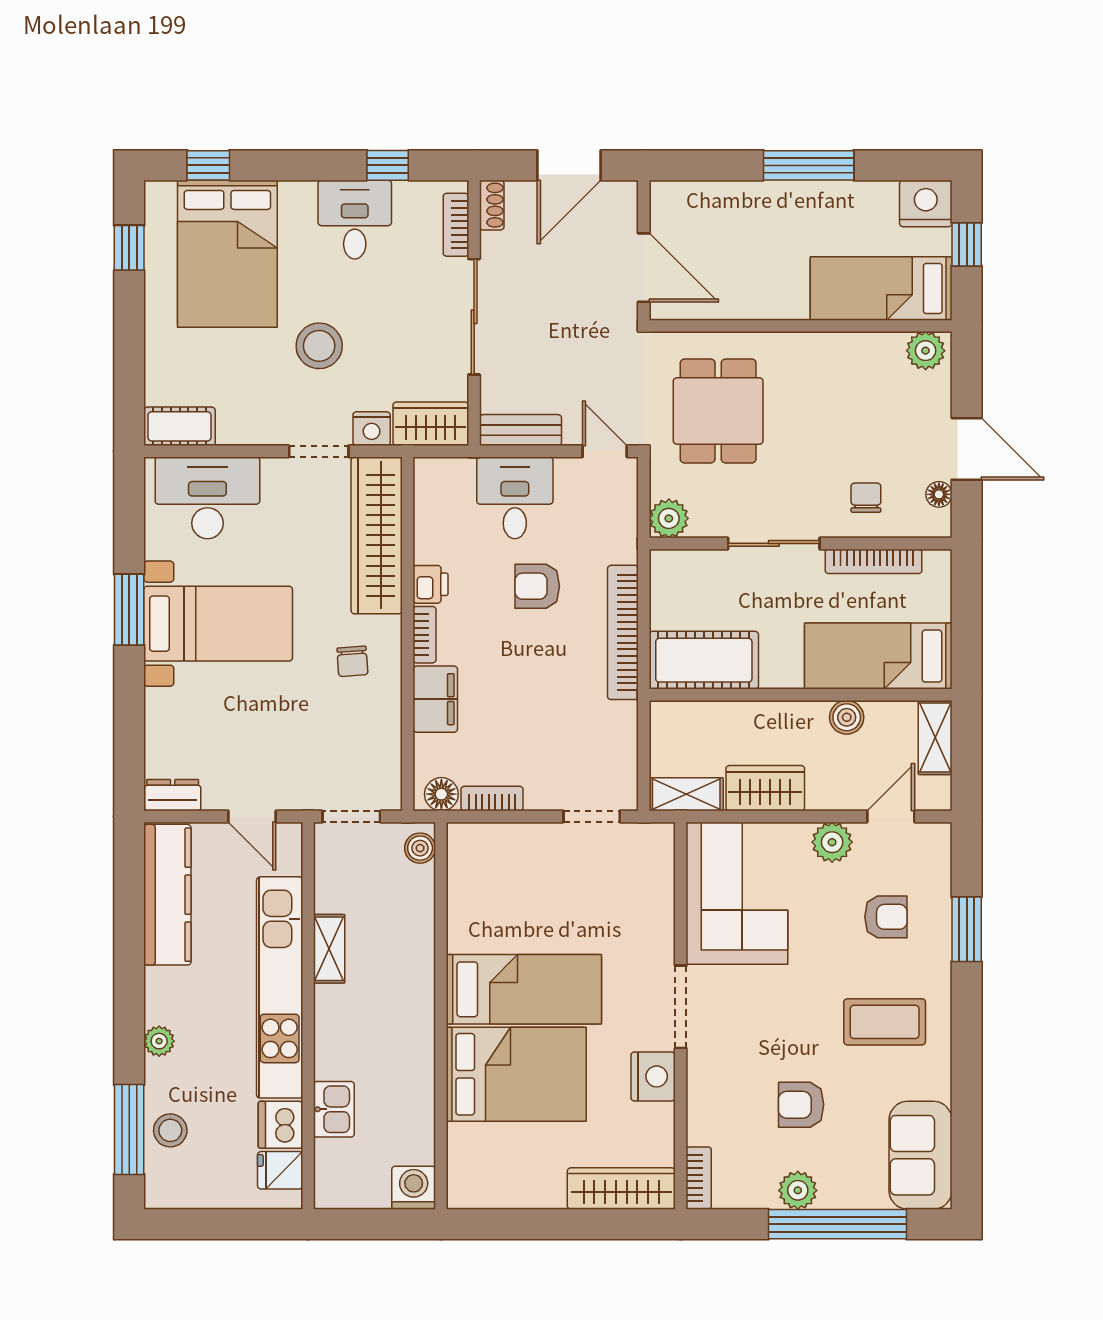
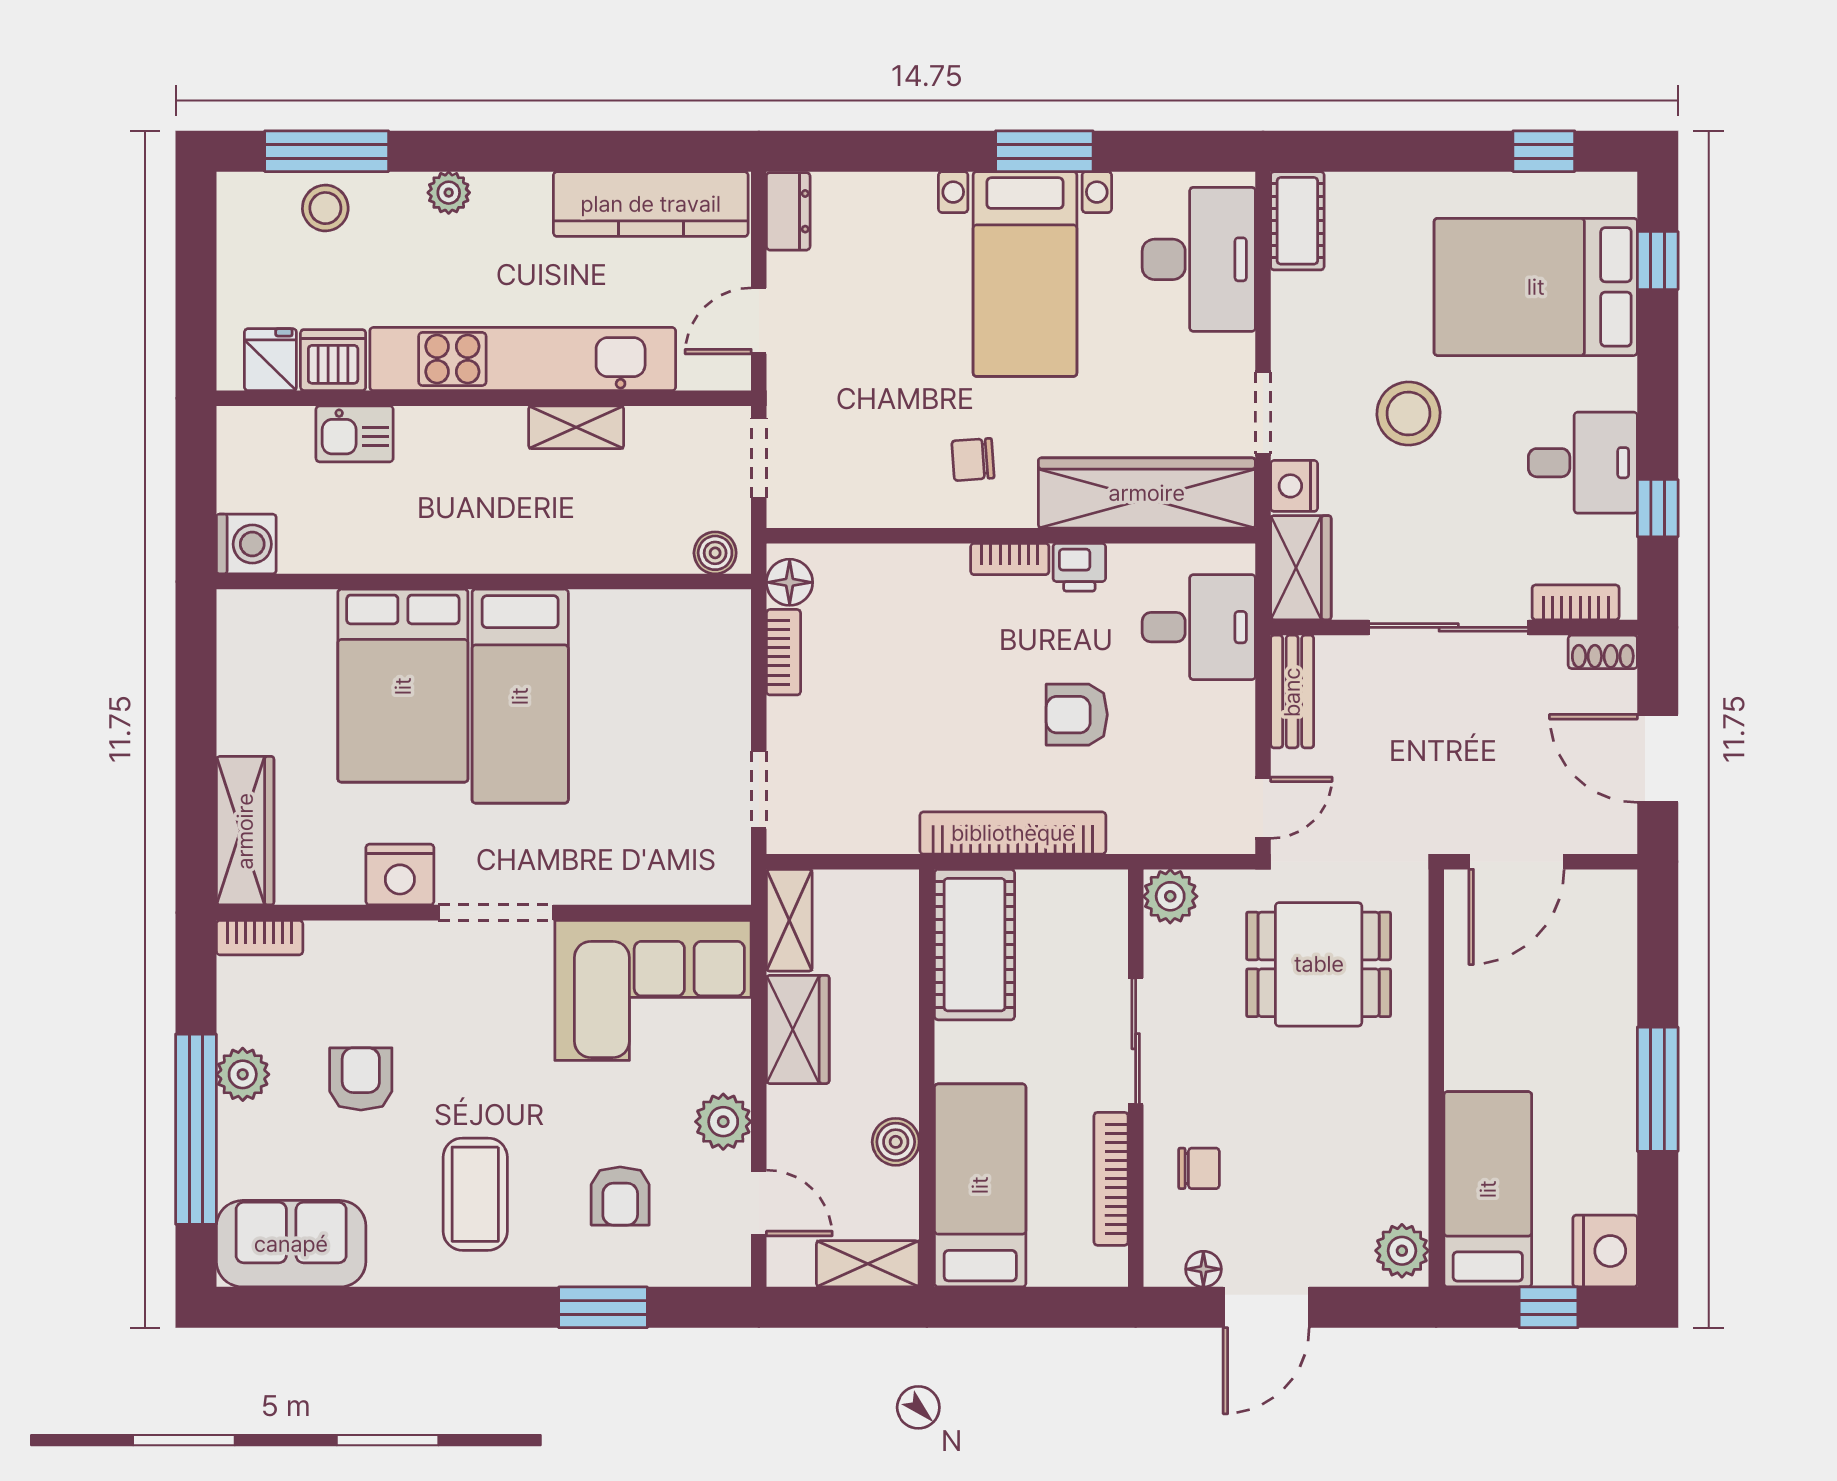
desk: (515, 498) -> (1199, 627), moved
armchair: (537, 586) -> (1077, 715), turned -90
filing cabinet: (435, 699) -> (921, 574), removed

